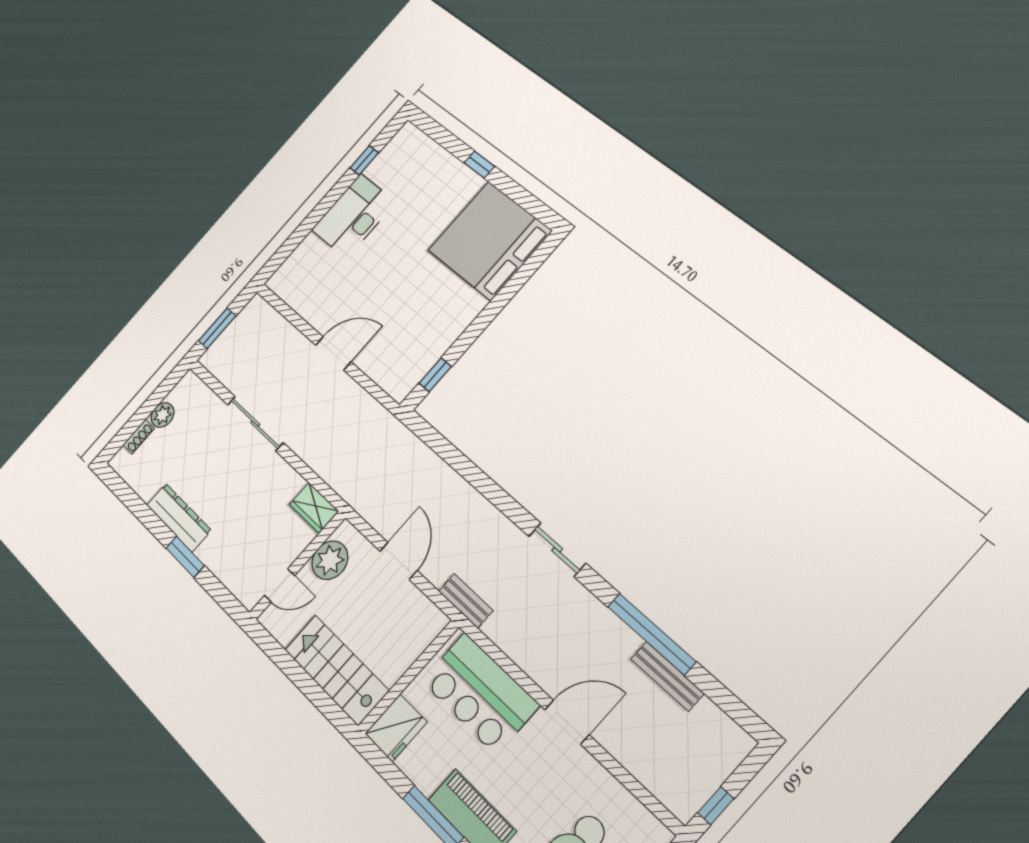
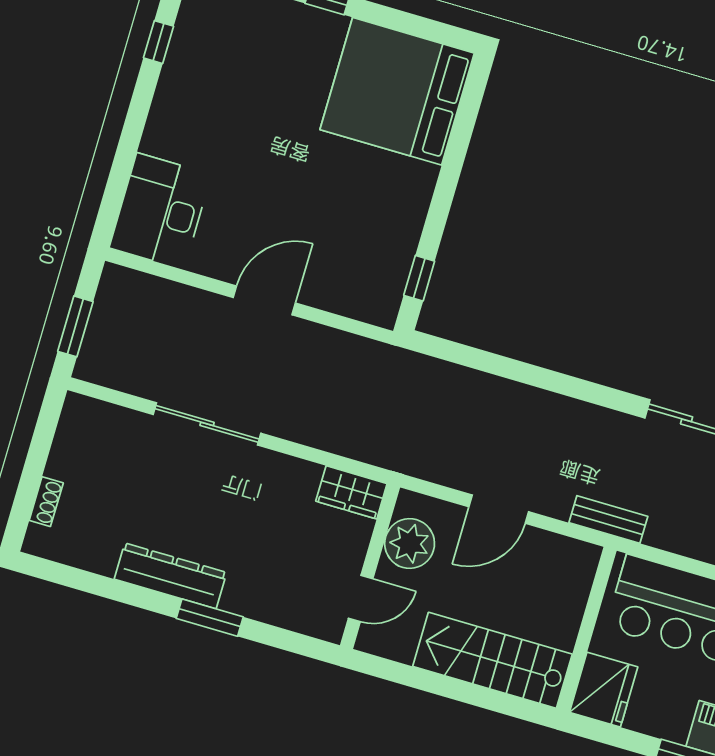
desk: (354, 216) -> (160, 211), moved
plant: (163, 415) -> (64, 462), removed
door: (398, 561) -> (499, 509), swing flipped

